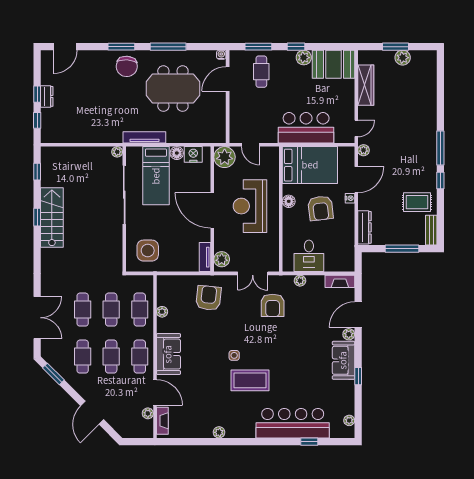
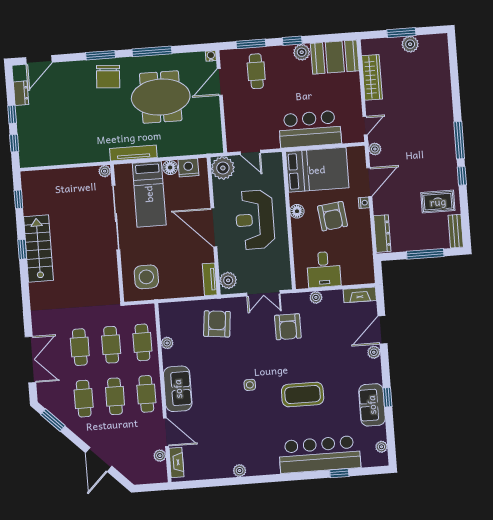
dresser: (47, 96) -> (21, 93), moved
sofa: (343, 360) -> (372, 405), moved
coffee table: (250, 380) -> (303, 395), moved

